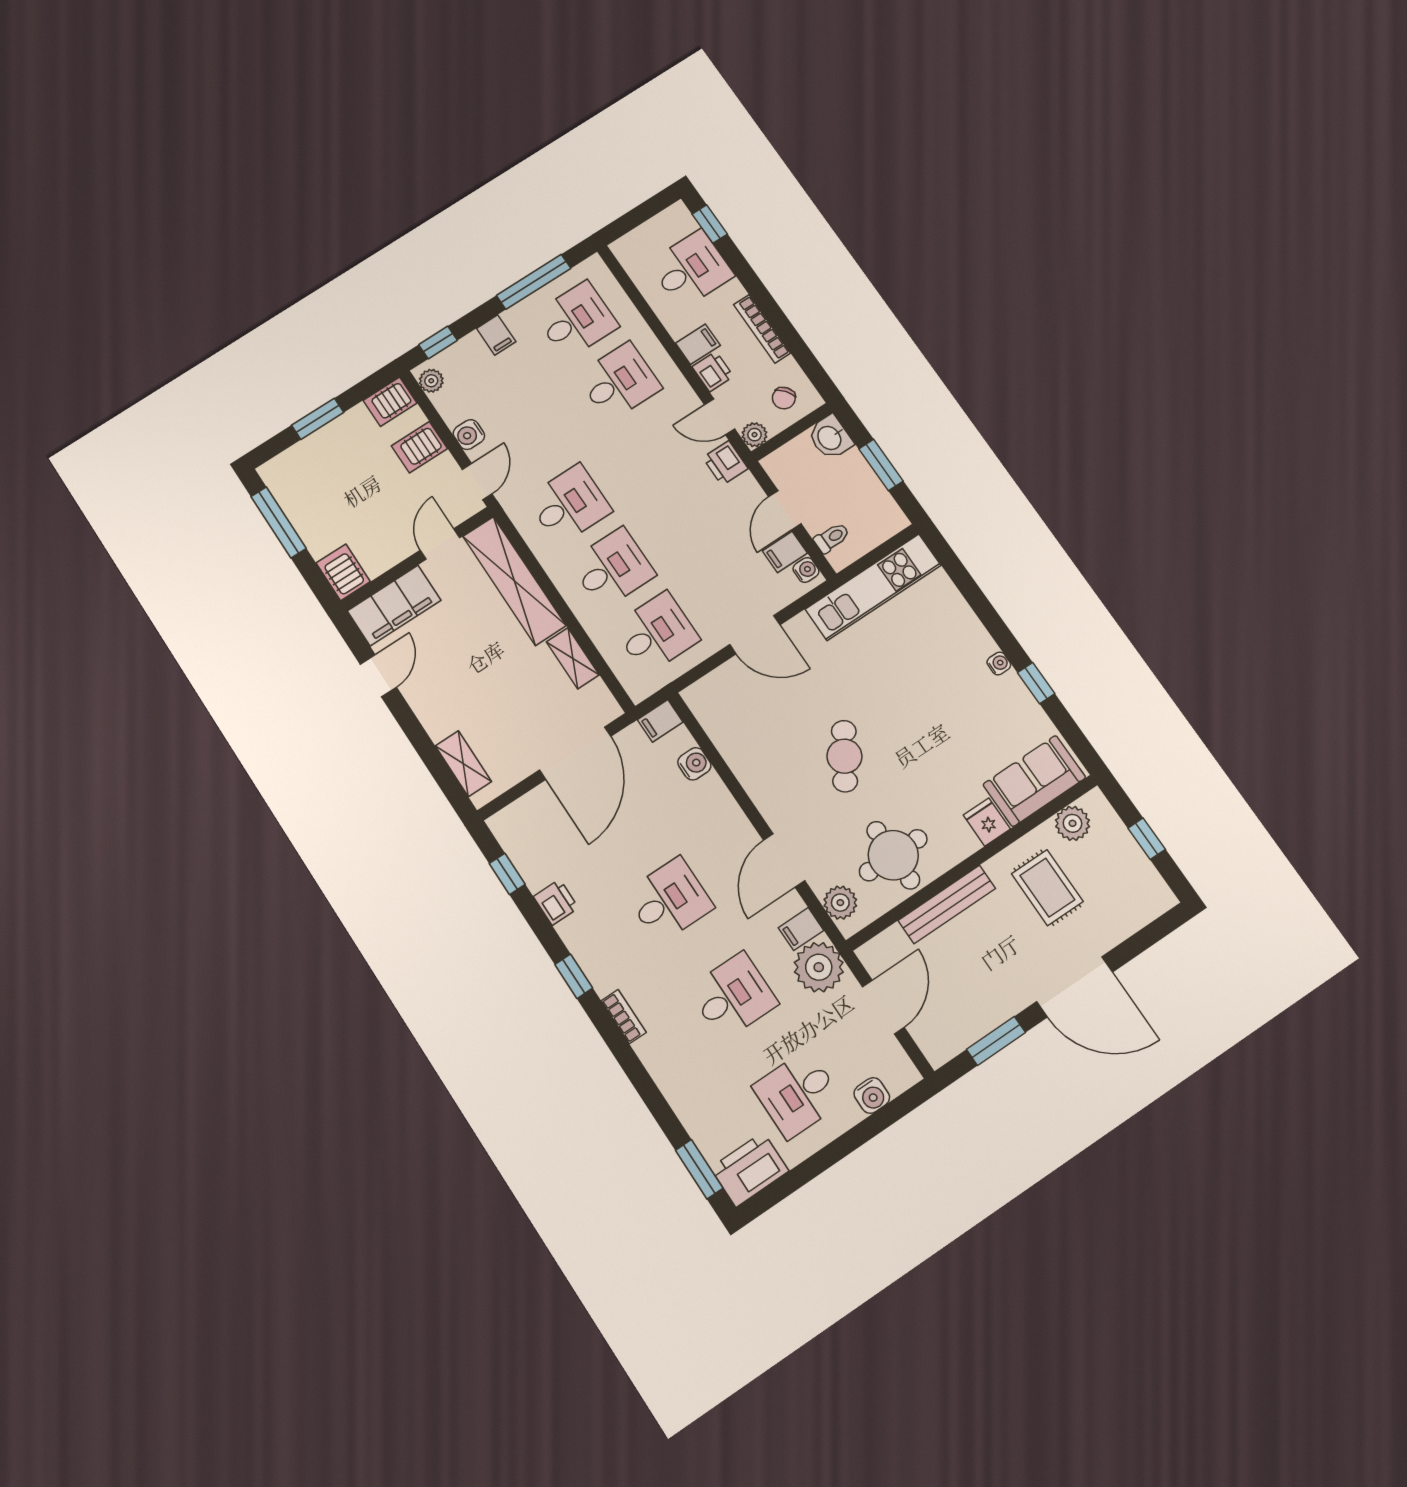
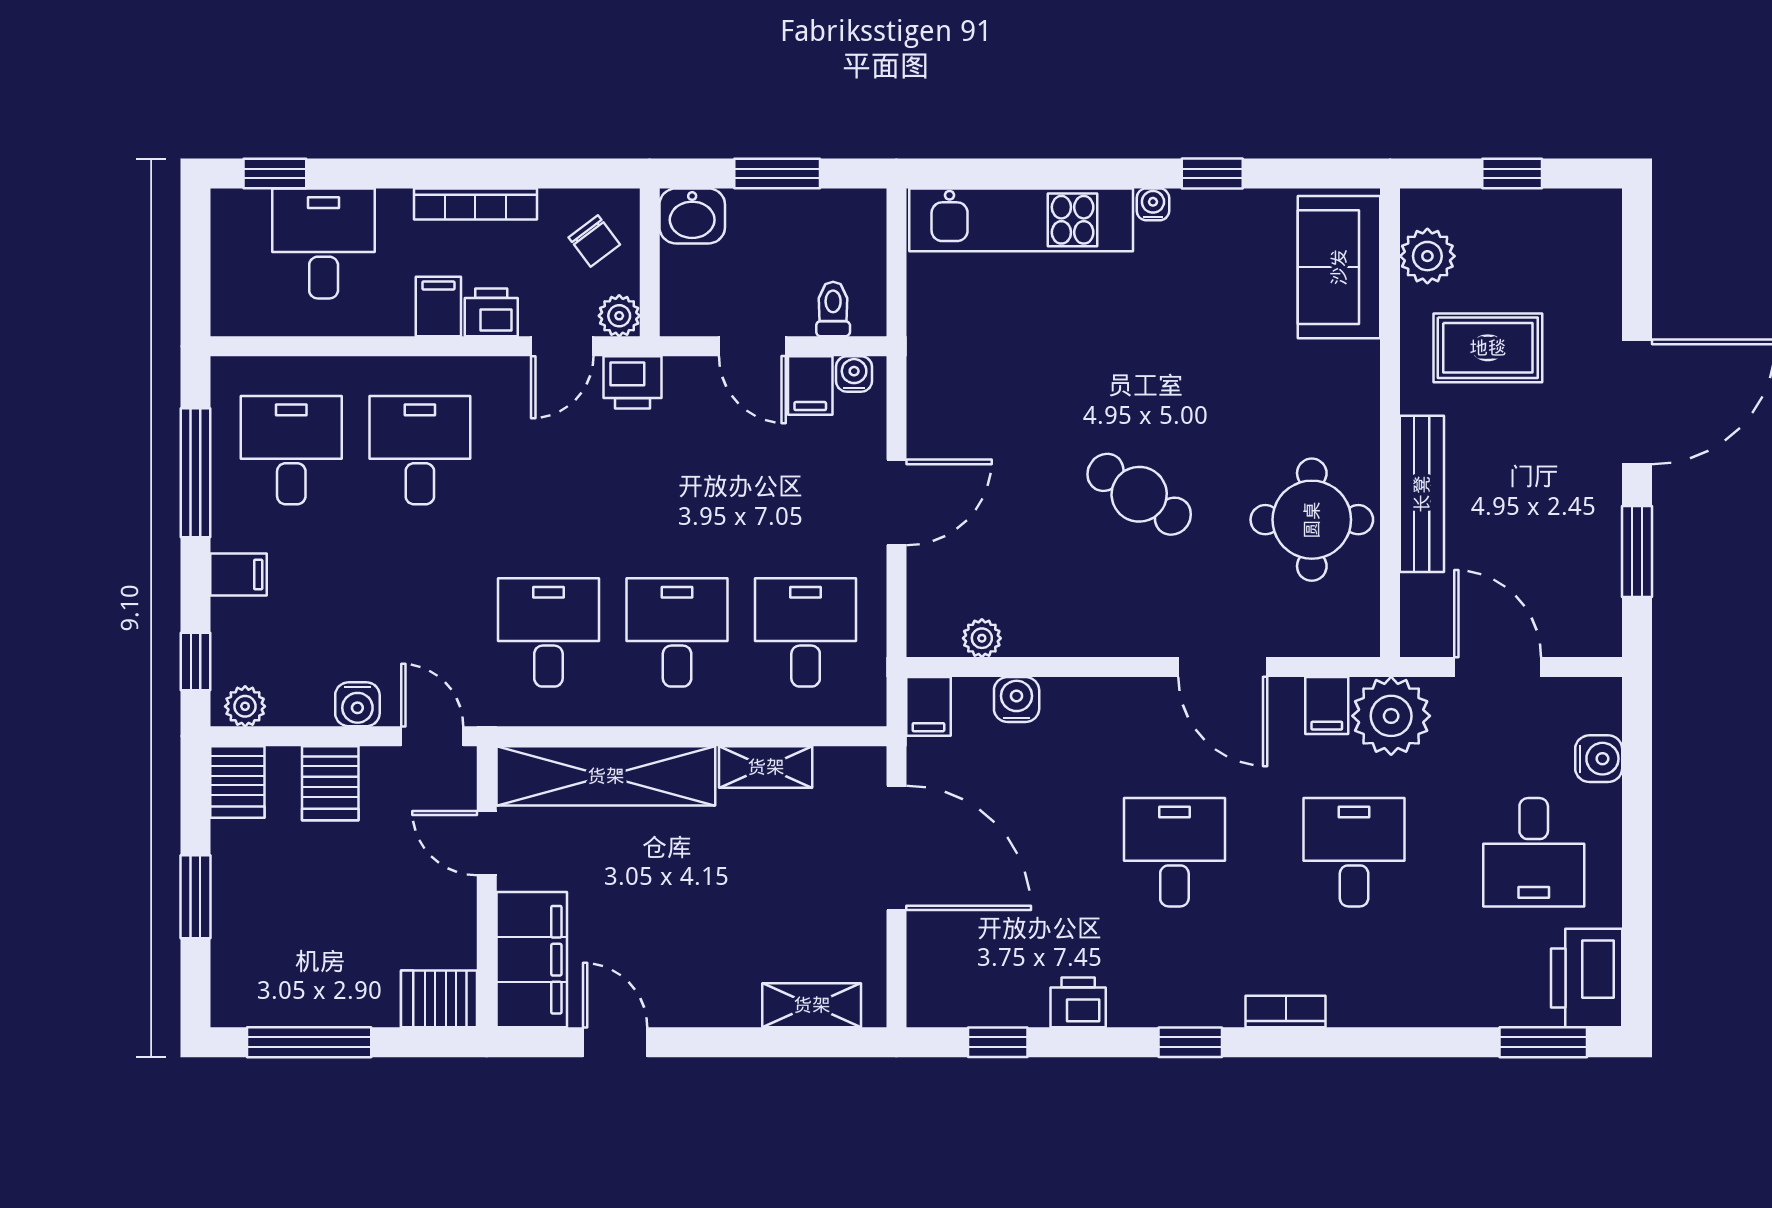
kitchen unit: (873, 587) -> (1021, 220), moved, turned 90
fridge: (987, 822) -> (1351, 367), removed
plant: (840, 903) -> (982, 638), moved, width x0.73, depth x0.73

